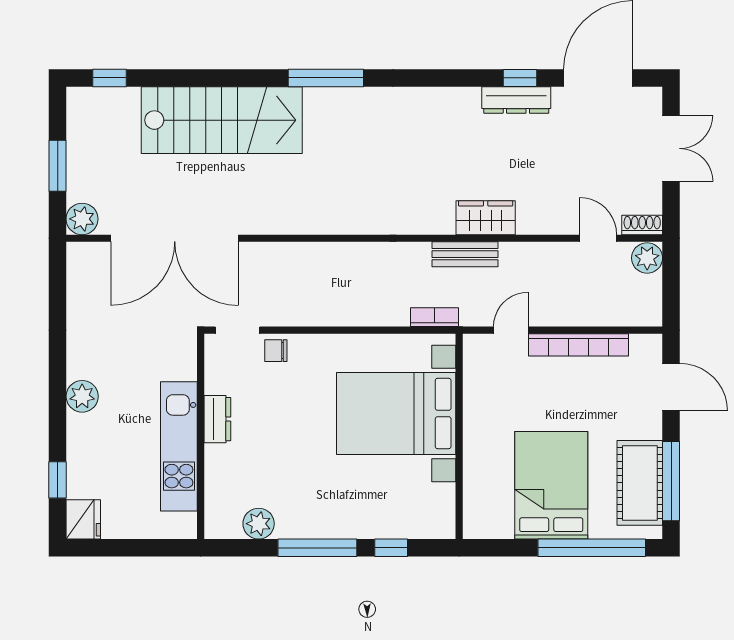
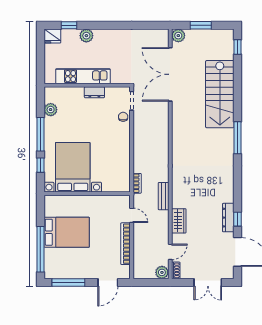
wardrobe: (486, 218) -> (179, 221), moved
plant: (82, 396) -> (86, 36), moved
bed with nightstands: (396, 414) -> (73, 167), moved
cot: (640, 483) -> (68, 269), removed

